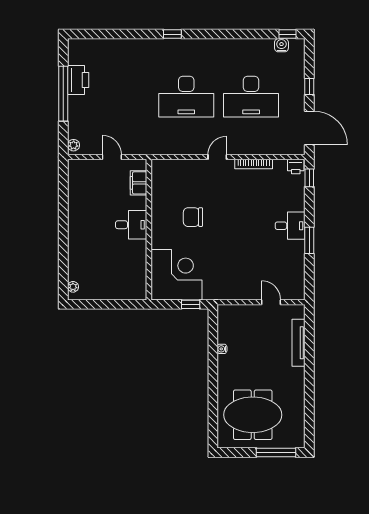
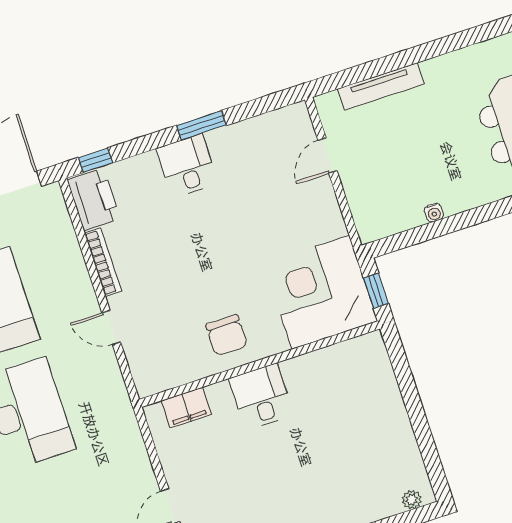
printer: (296, 167) -> (94, 199), width x1.87, depth x1.48
filing cabinet: (139, 183) -> (186, 408), moved
desk: (131, 225) -> (261, 397), moved
wall: (149, 230) -> (260, 364), moved
corner desk: (176, 275) -> (321, 292), moved

